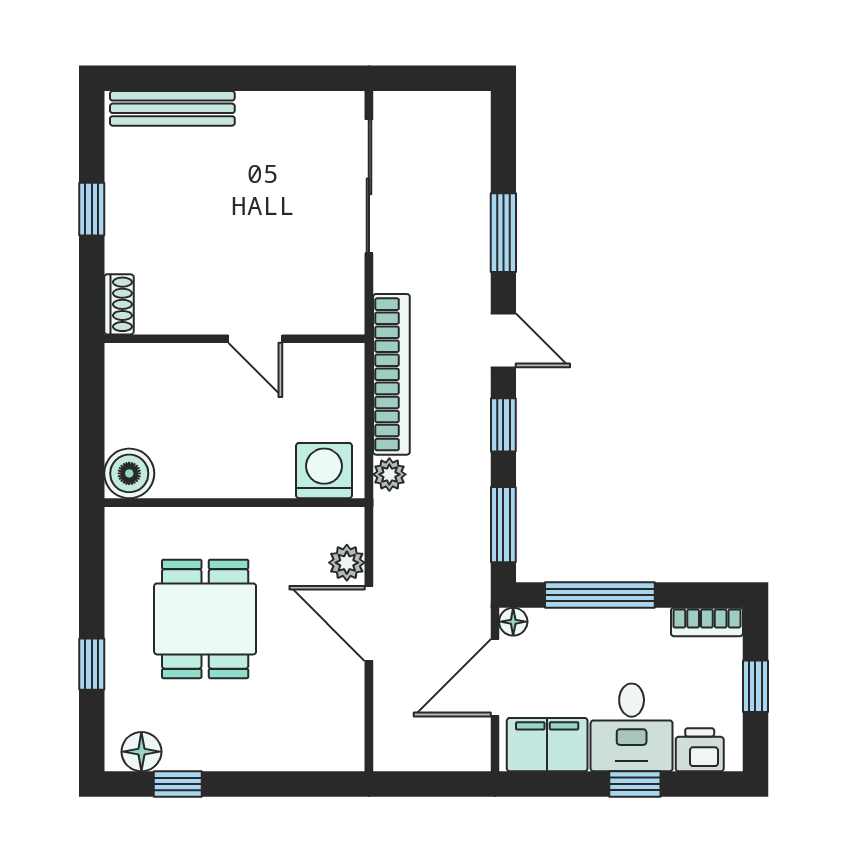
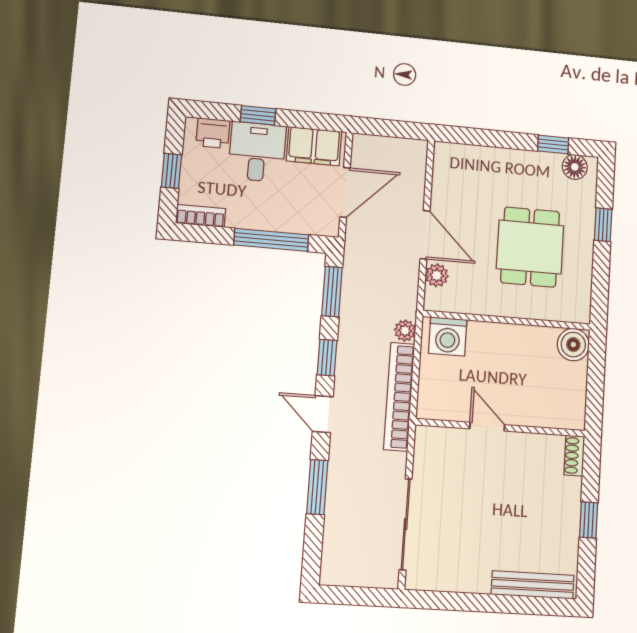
floor lamp: (513, 622) -> (330, 228), removed

